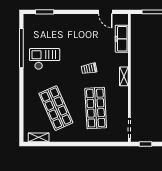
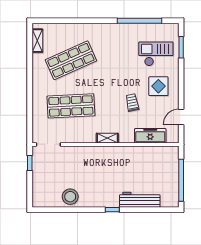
display table: (79, 32) -> (158, 86), added
checkout: (45, 59) -> (156, 54), moved, turned -90
trolley: (89, 69) -> (132, 103), moved

